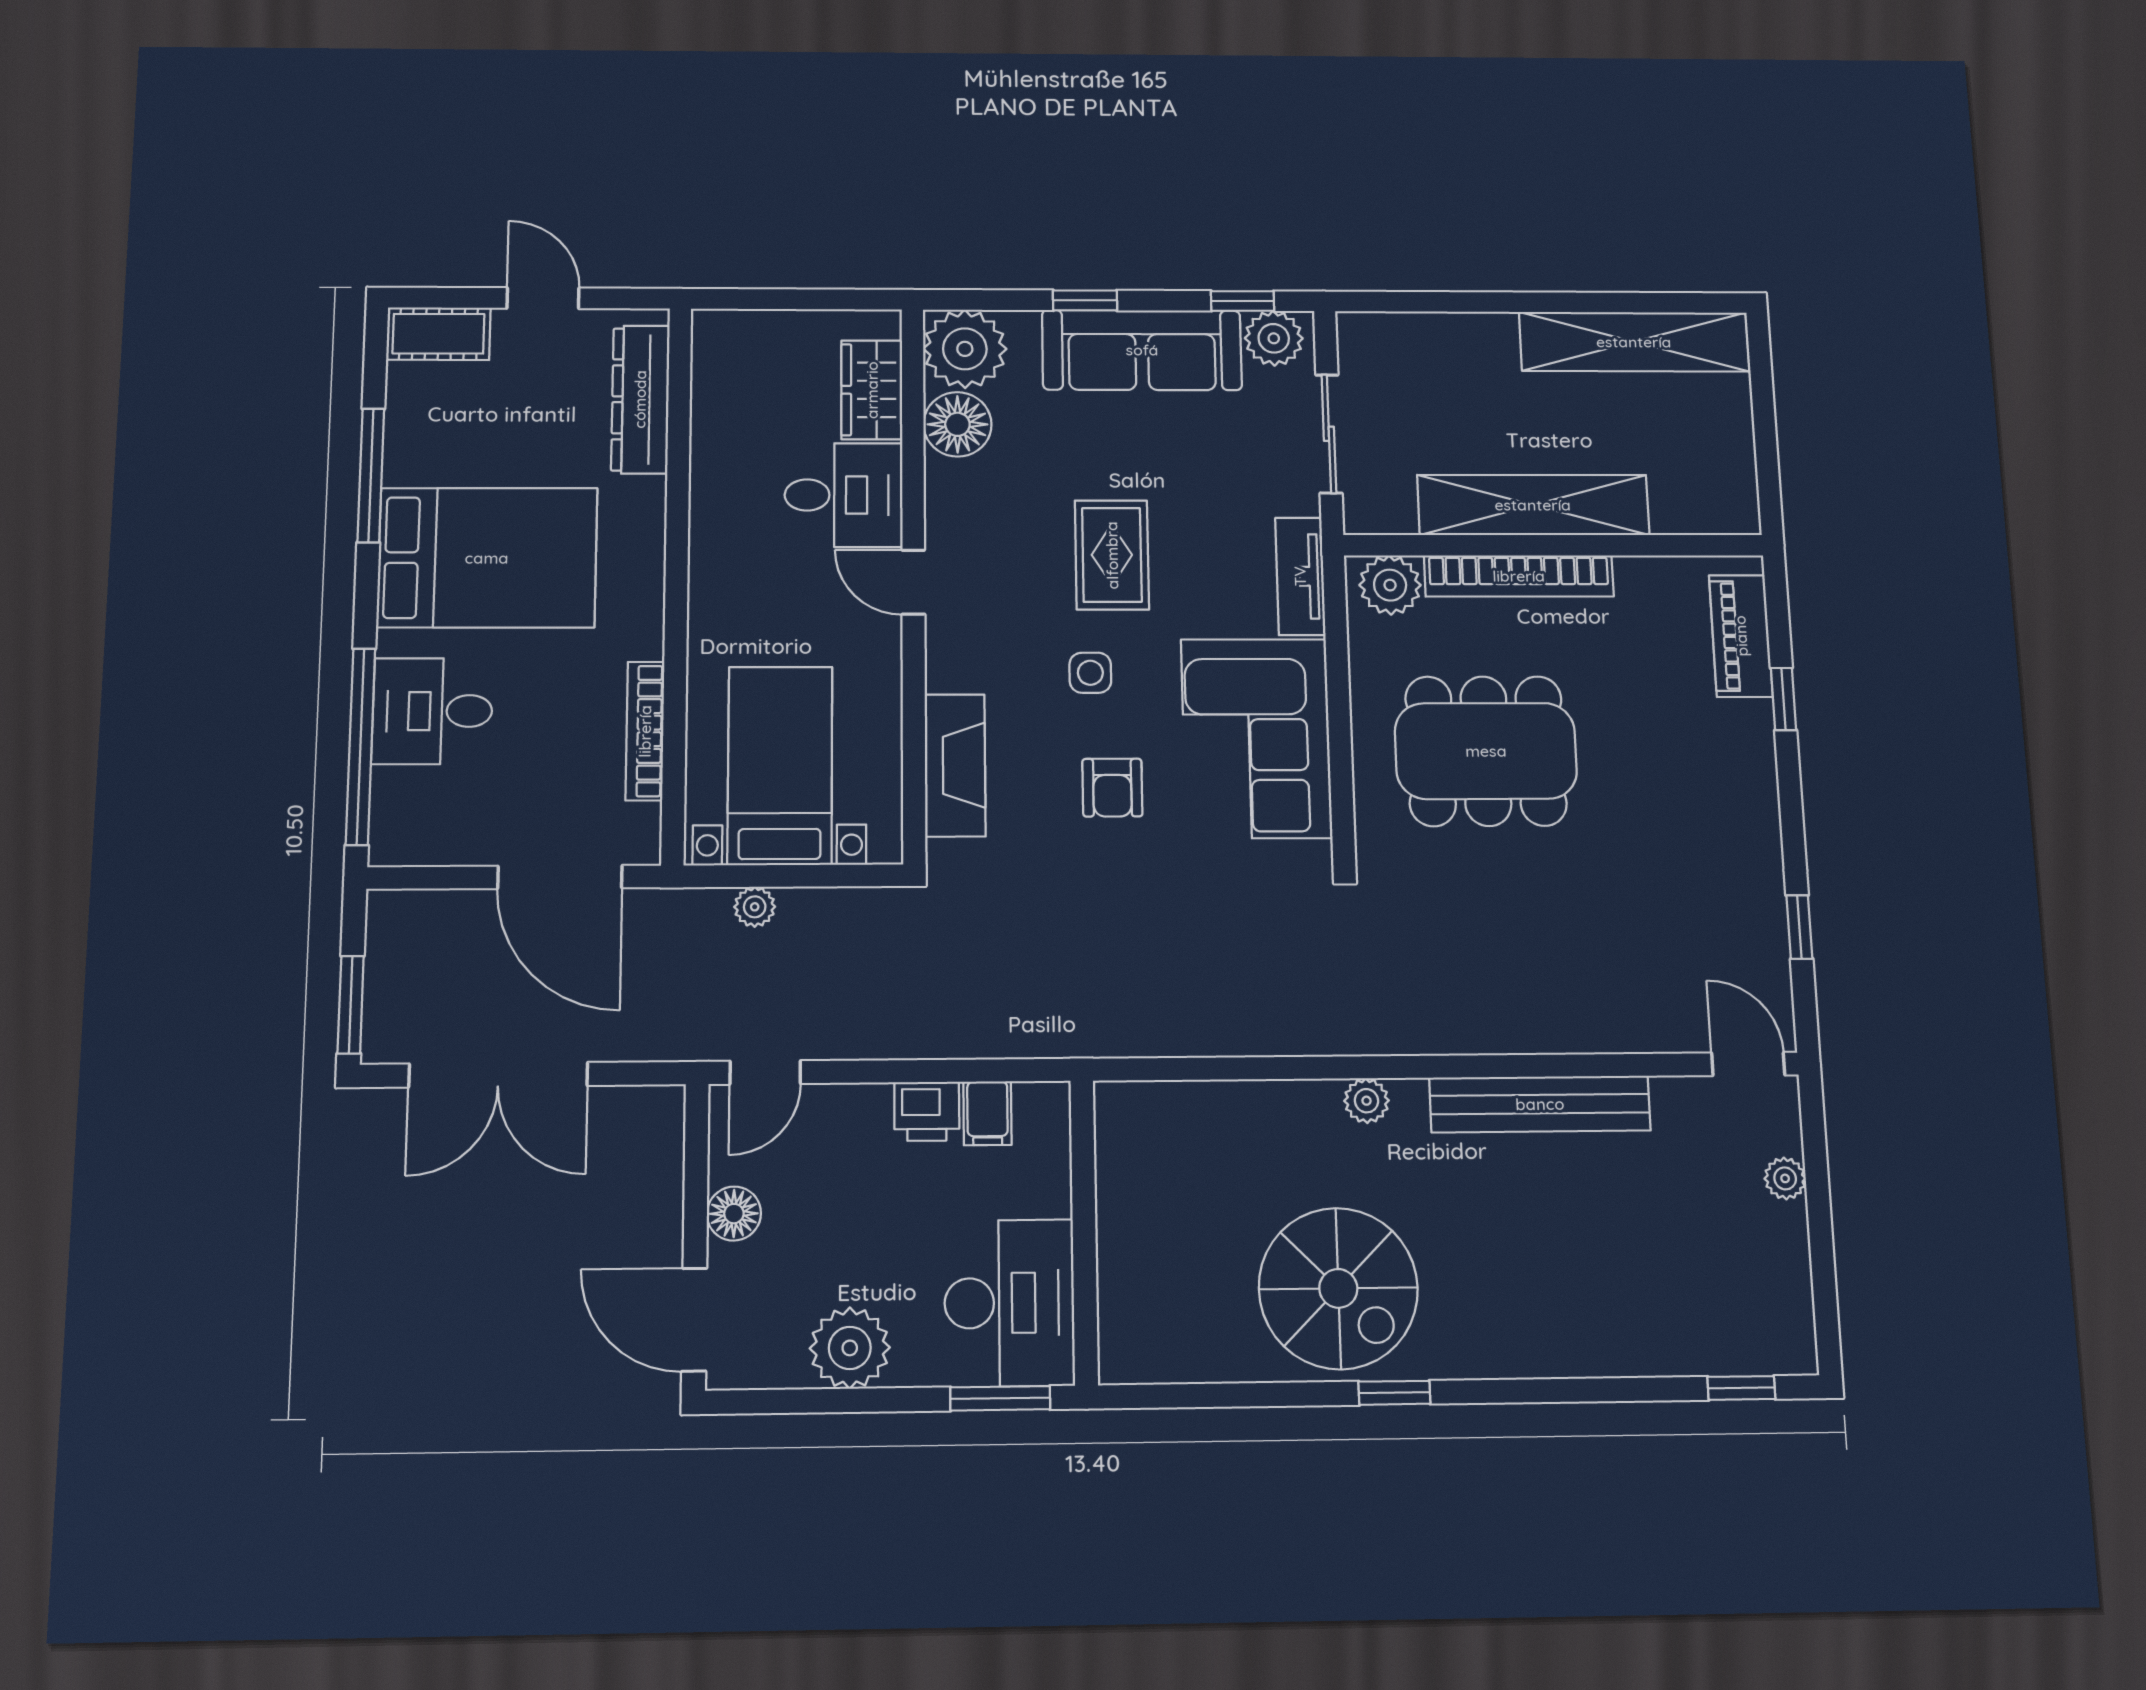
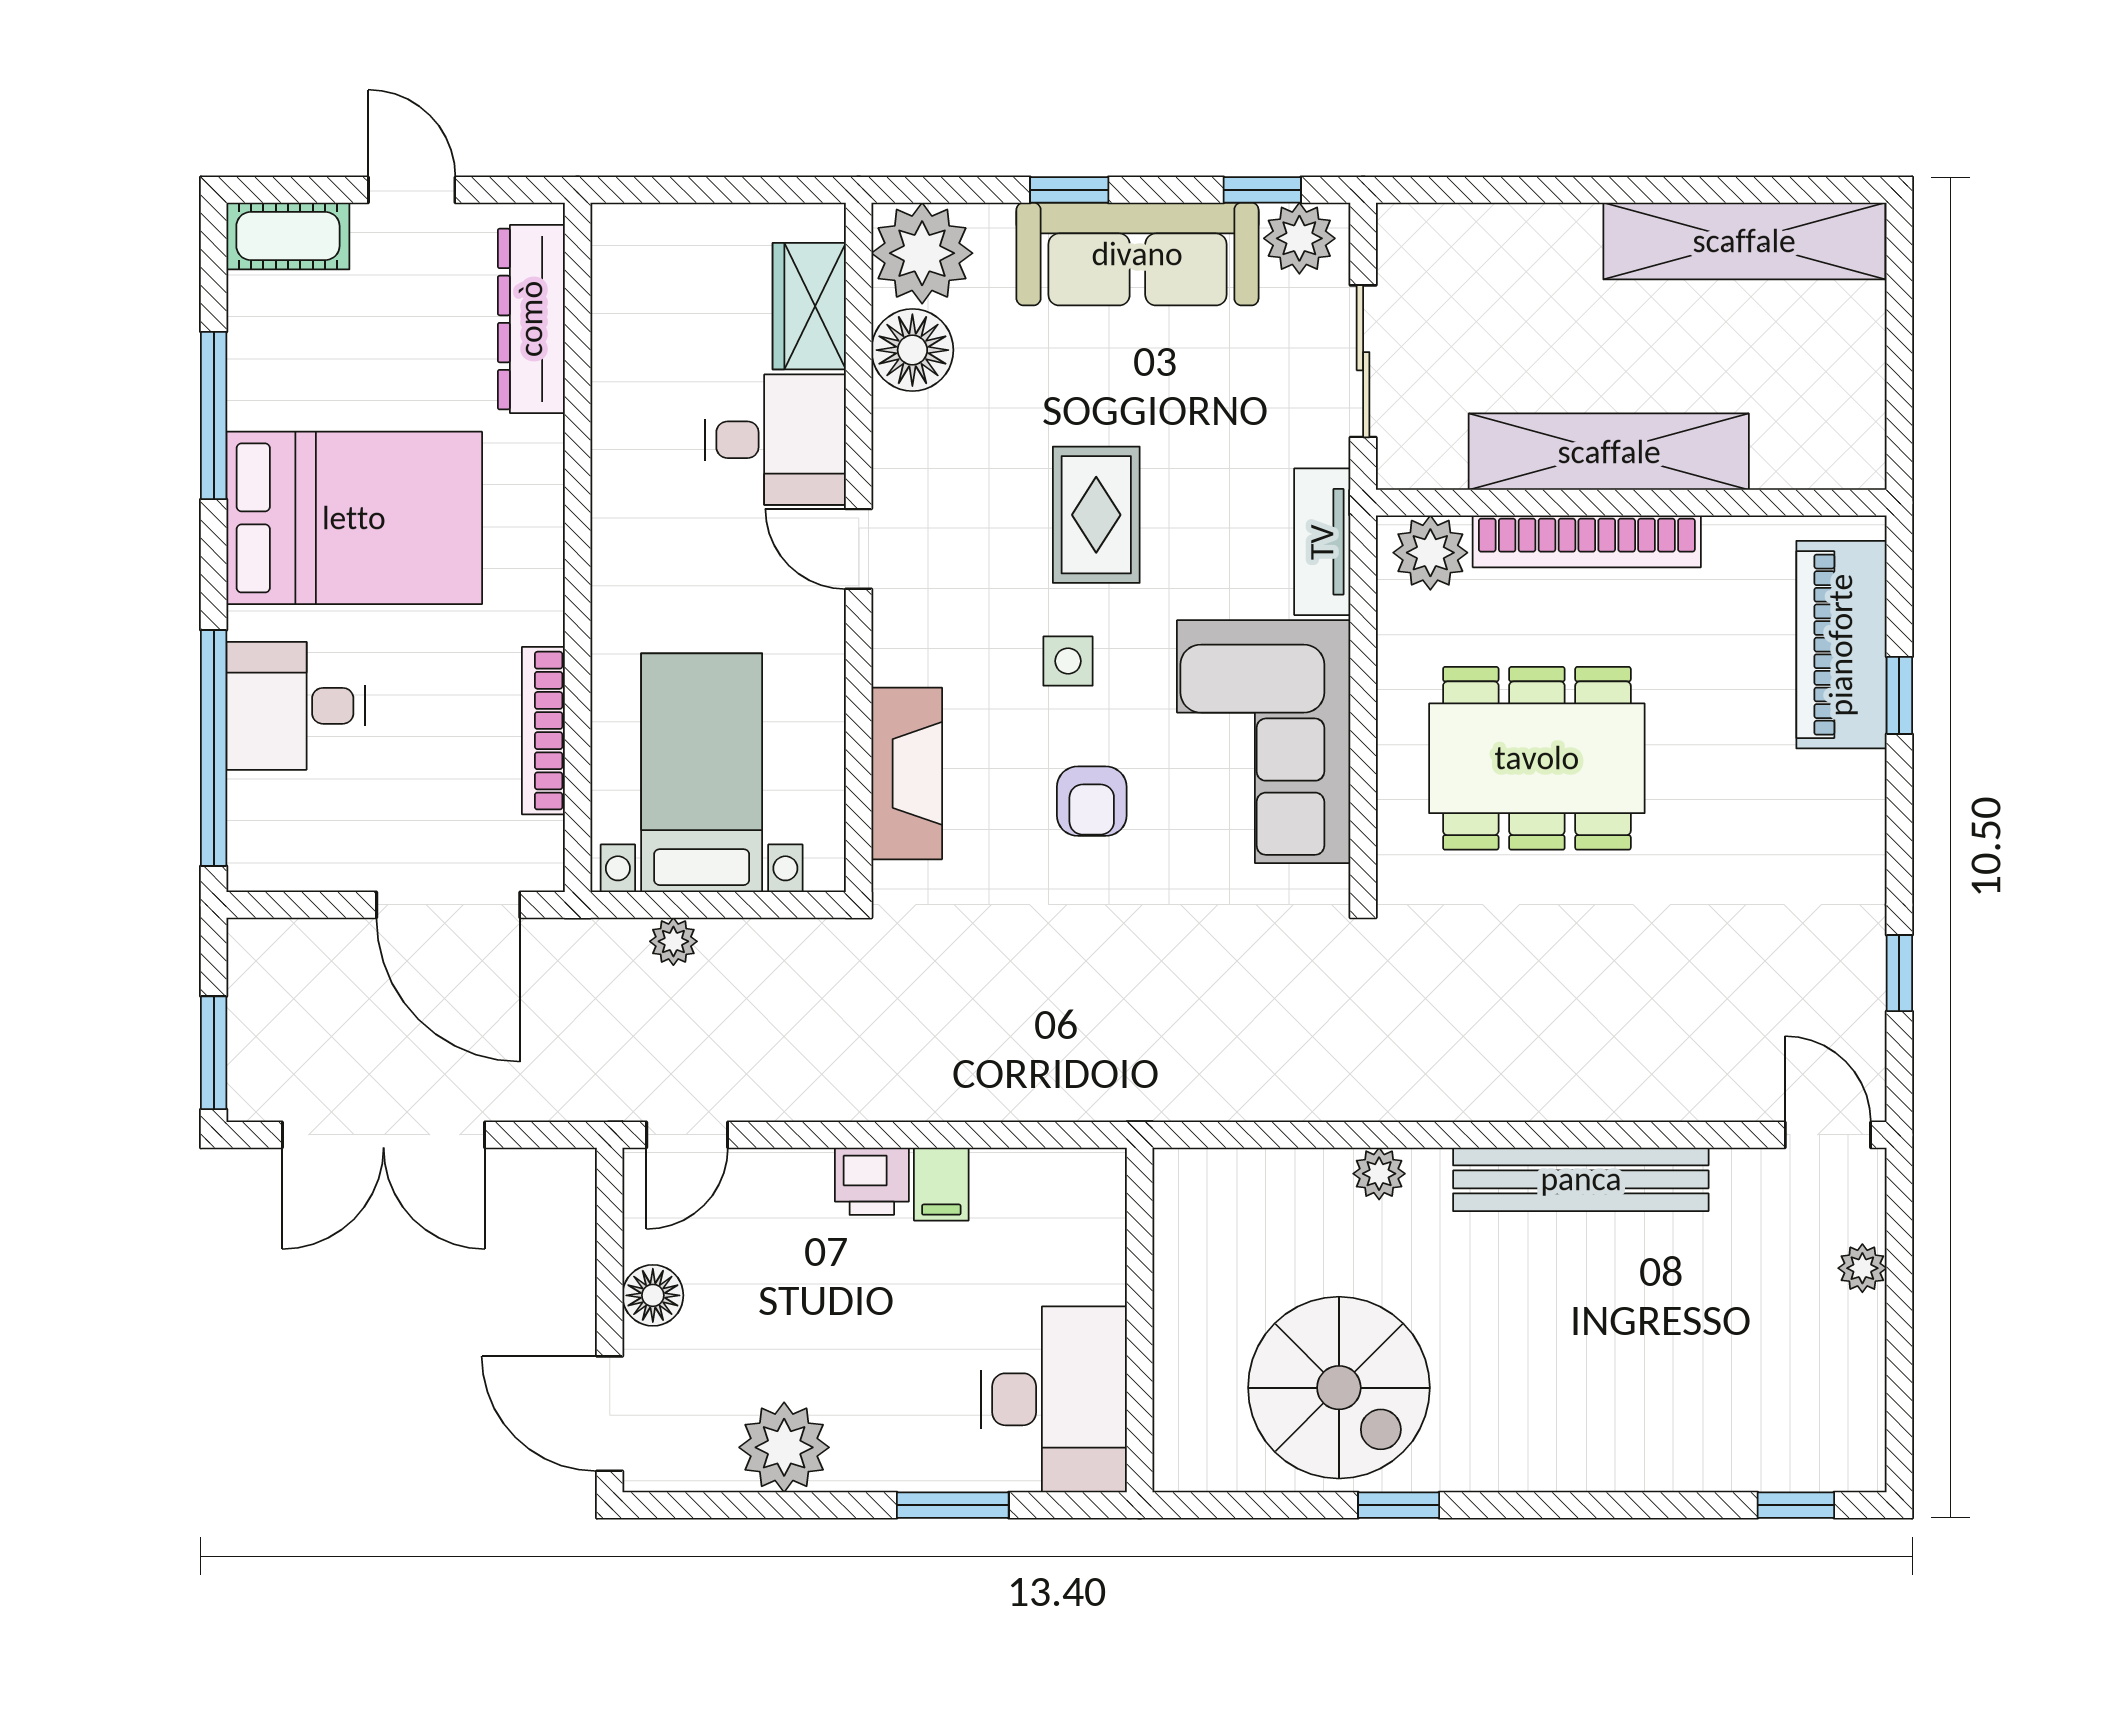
piano: (1741, 636) -> (1841, 645), width x1.37, depth x1.33
wall: (1084, 1231) -> (1140, 1320), moved
desk: (1009, 1303) -> (1054, 1399), moved

